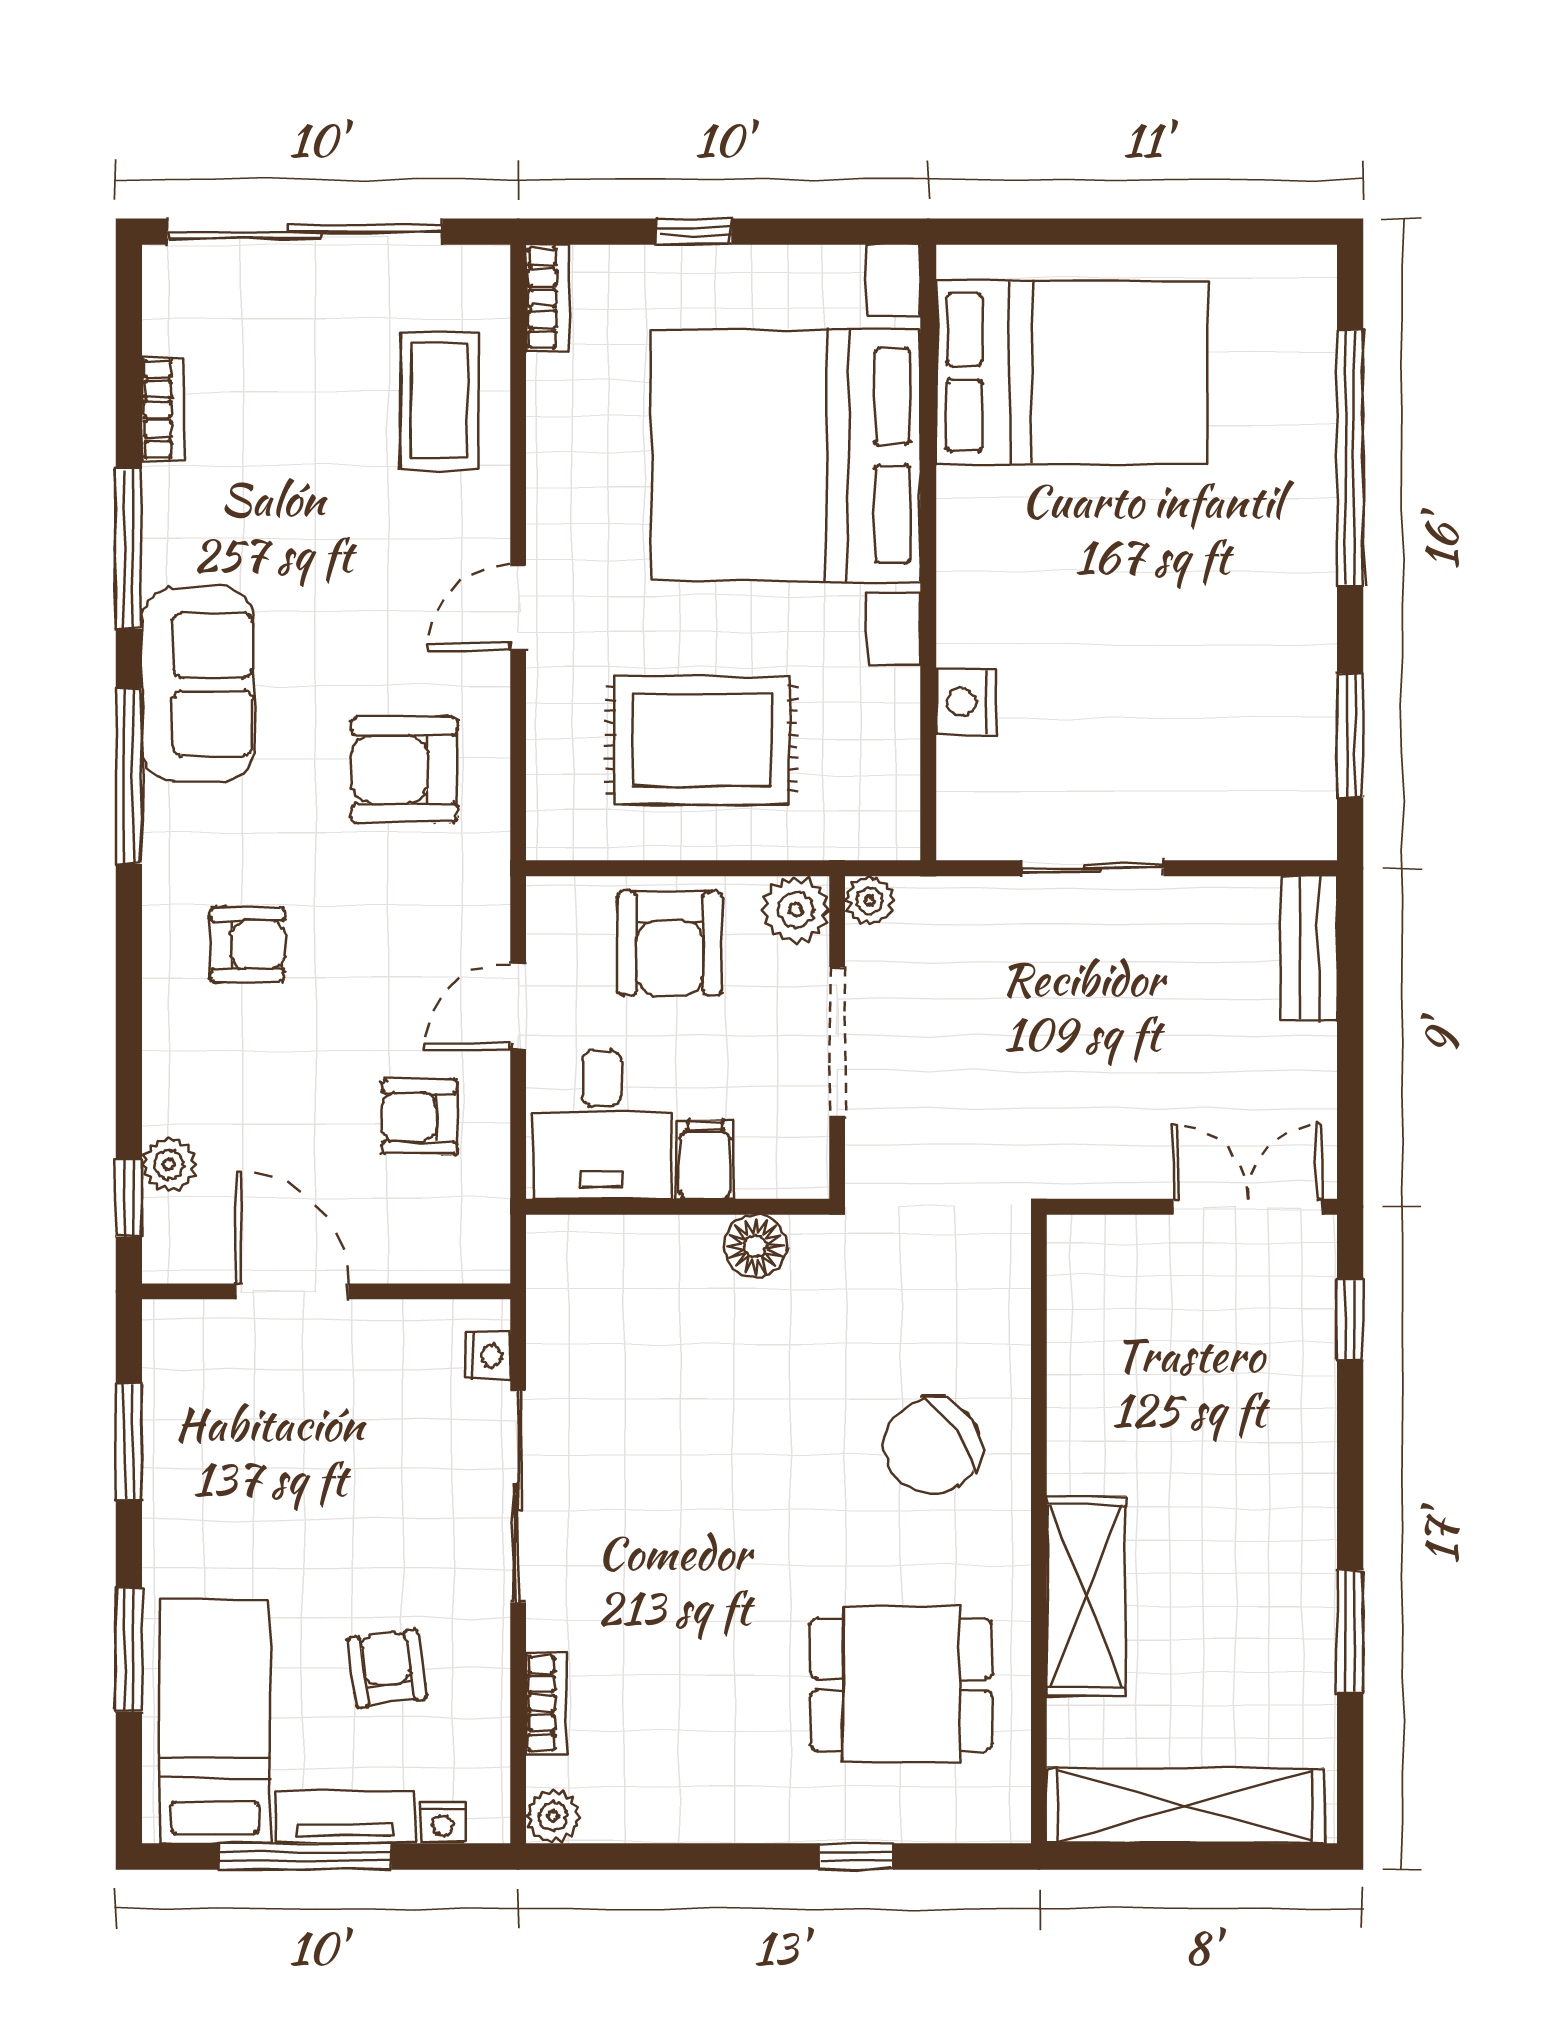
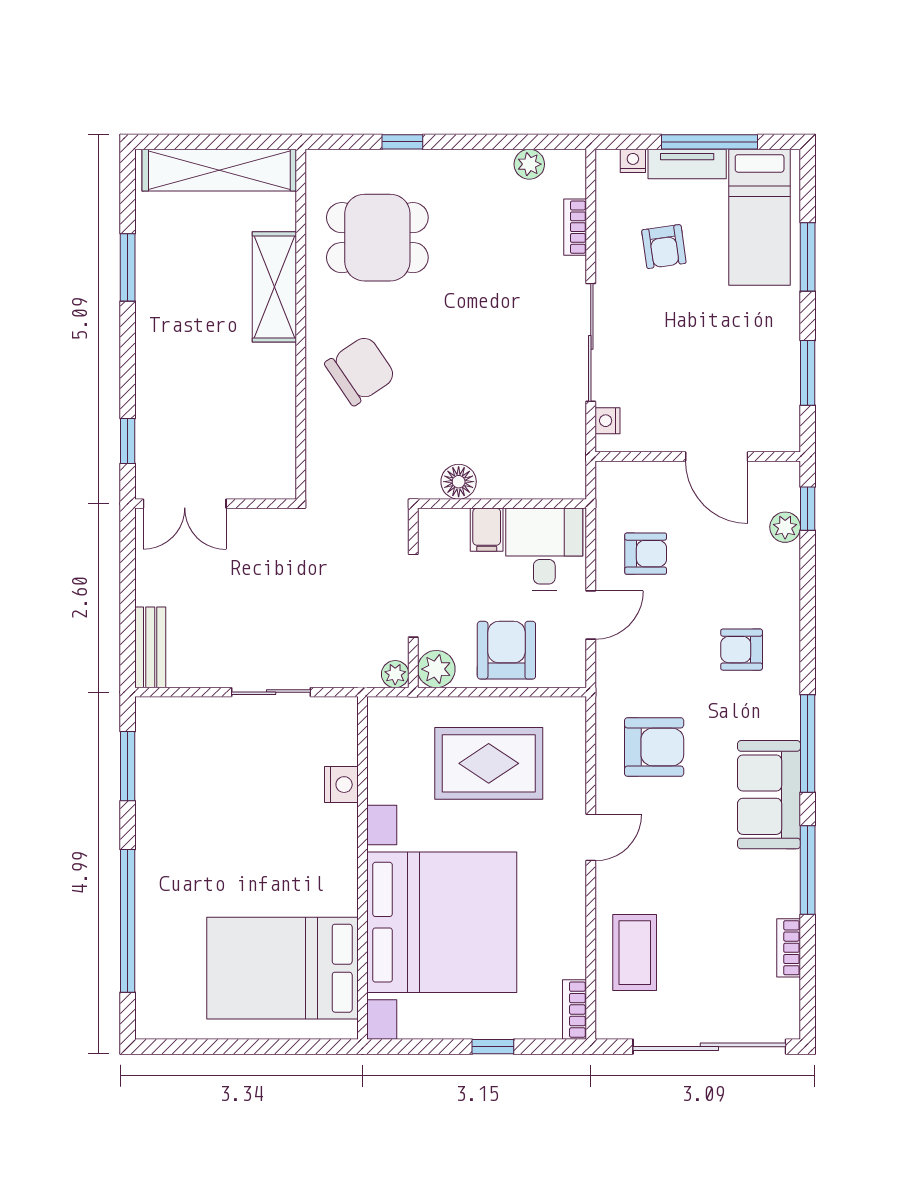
plant: (553, 1816) -> (529, 164), moved

